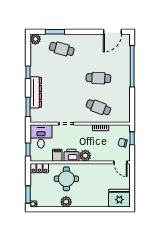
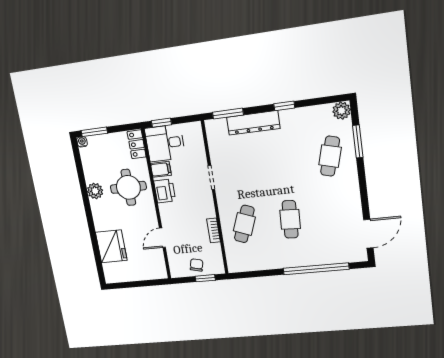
door: (113, 32) -> (368, 234), swing flipped
desk: (41, 136) -> (165, 143), moved, turned 180
plant: (85, 156) -> (168, 212), removed
door: (120, 162) -> (162, 238), moved
fridge: (119, 198) -> (111, 246), moved

